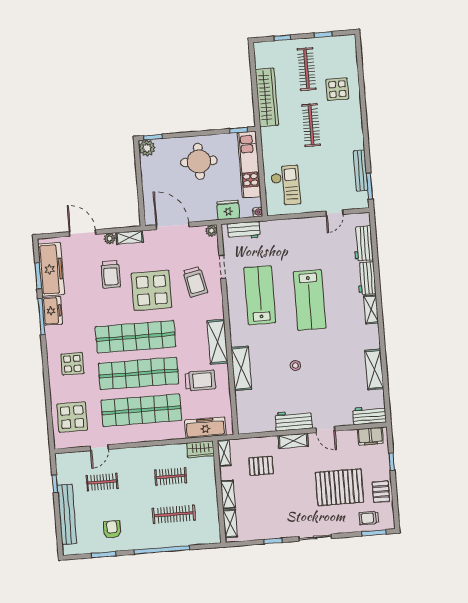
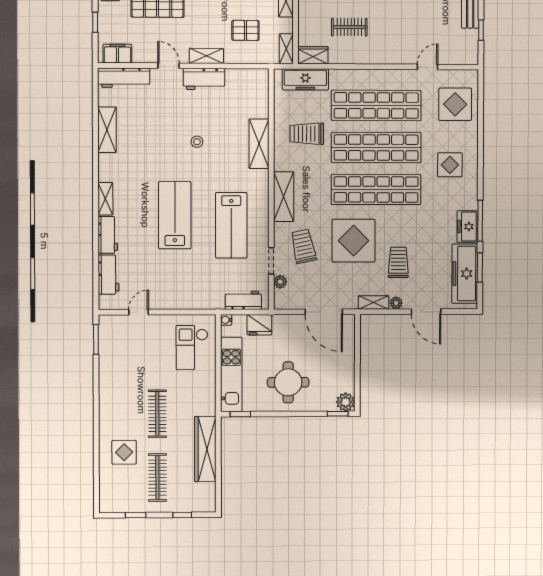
bench: (361, 171) -> (105, 358), removed
plant: (211, 231) -> (280, 282), moved
shelving: (217, 342) -> (284, 197), moved
workbench: (370, 415) -> (124, 78), width x1.38
clothes rail: (102, 482) -> (428, 28), removed

